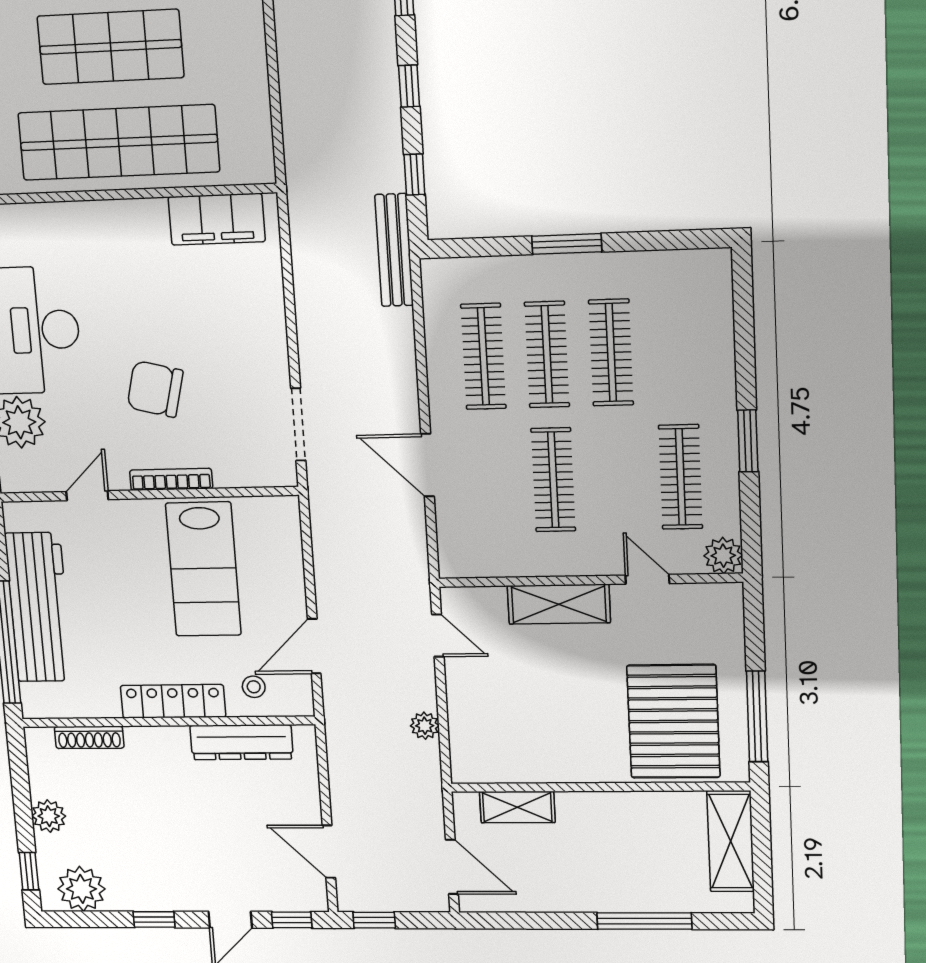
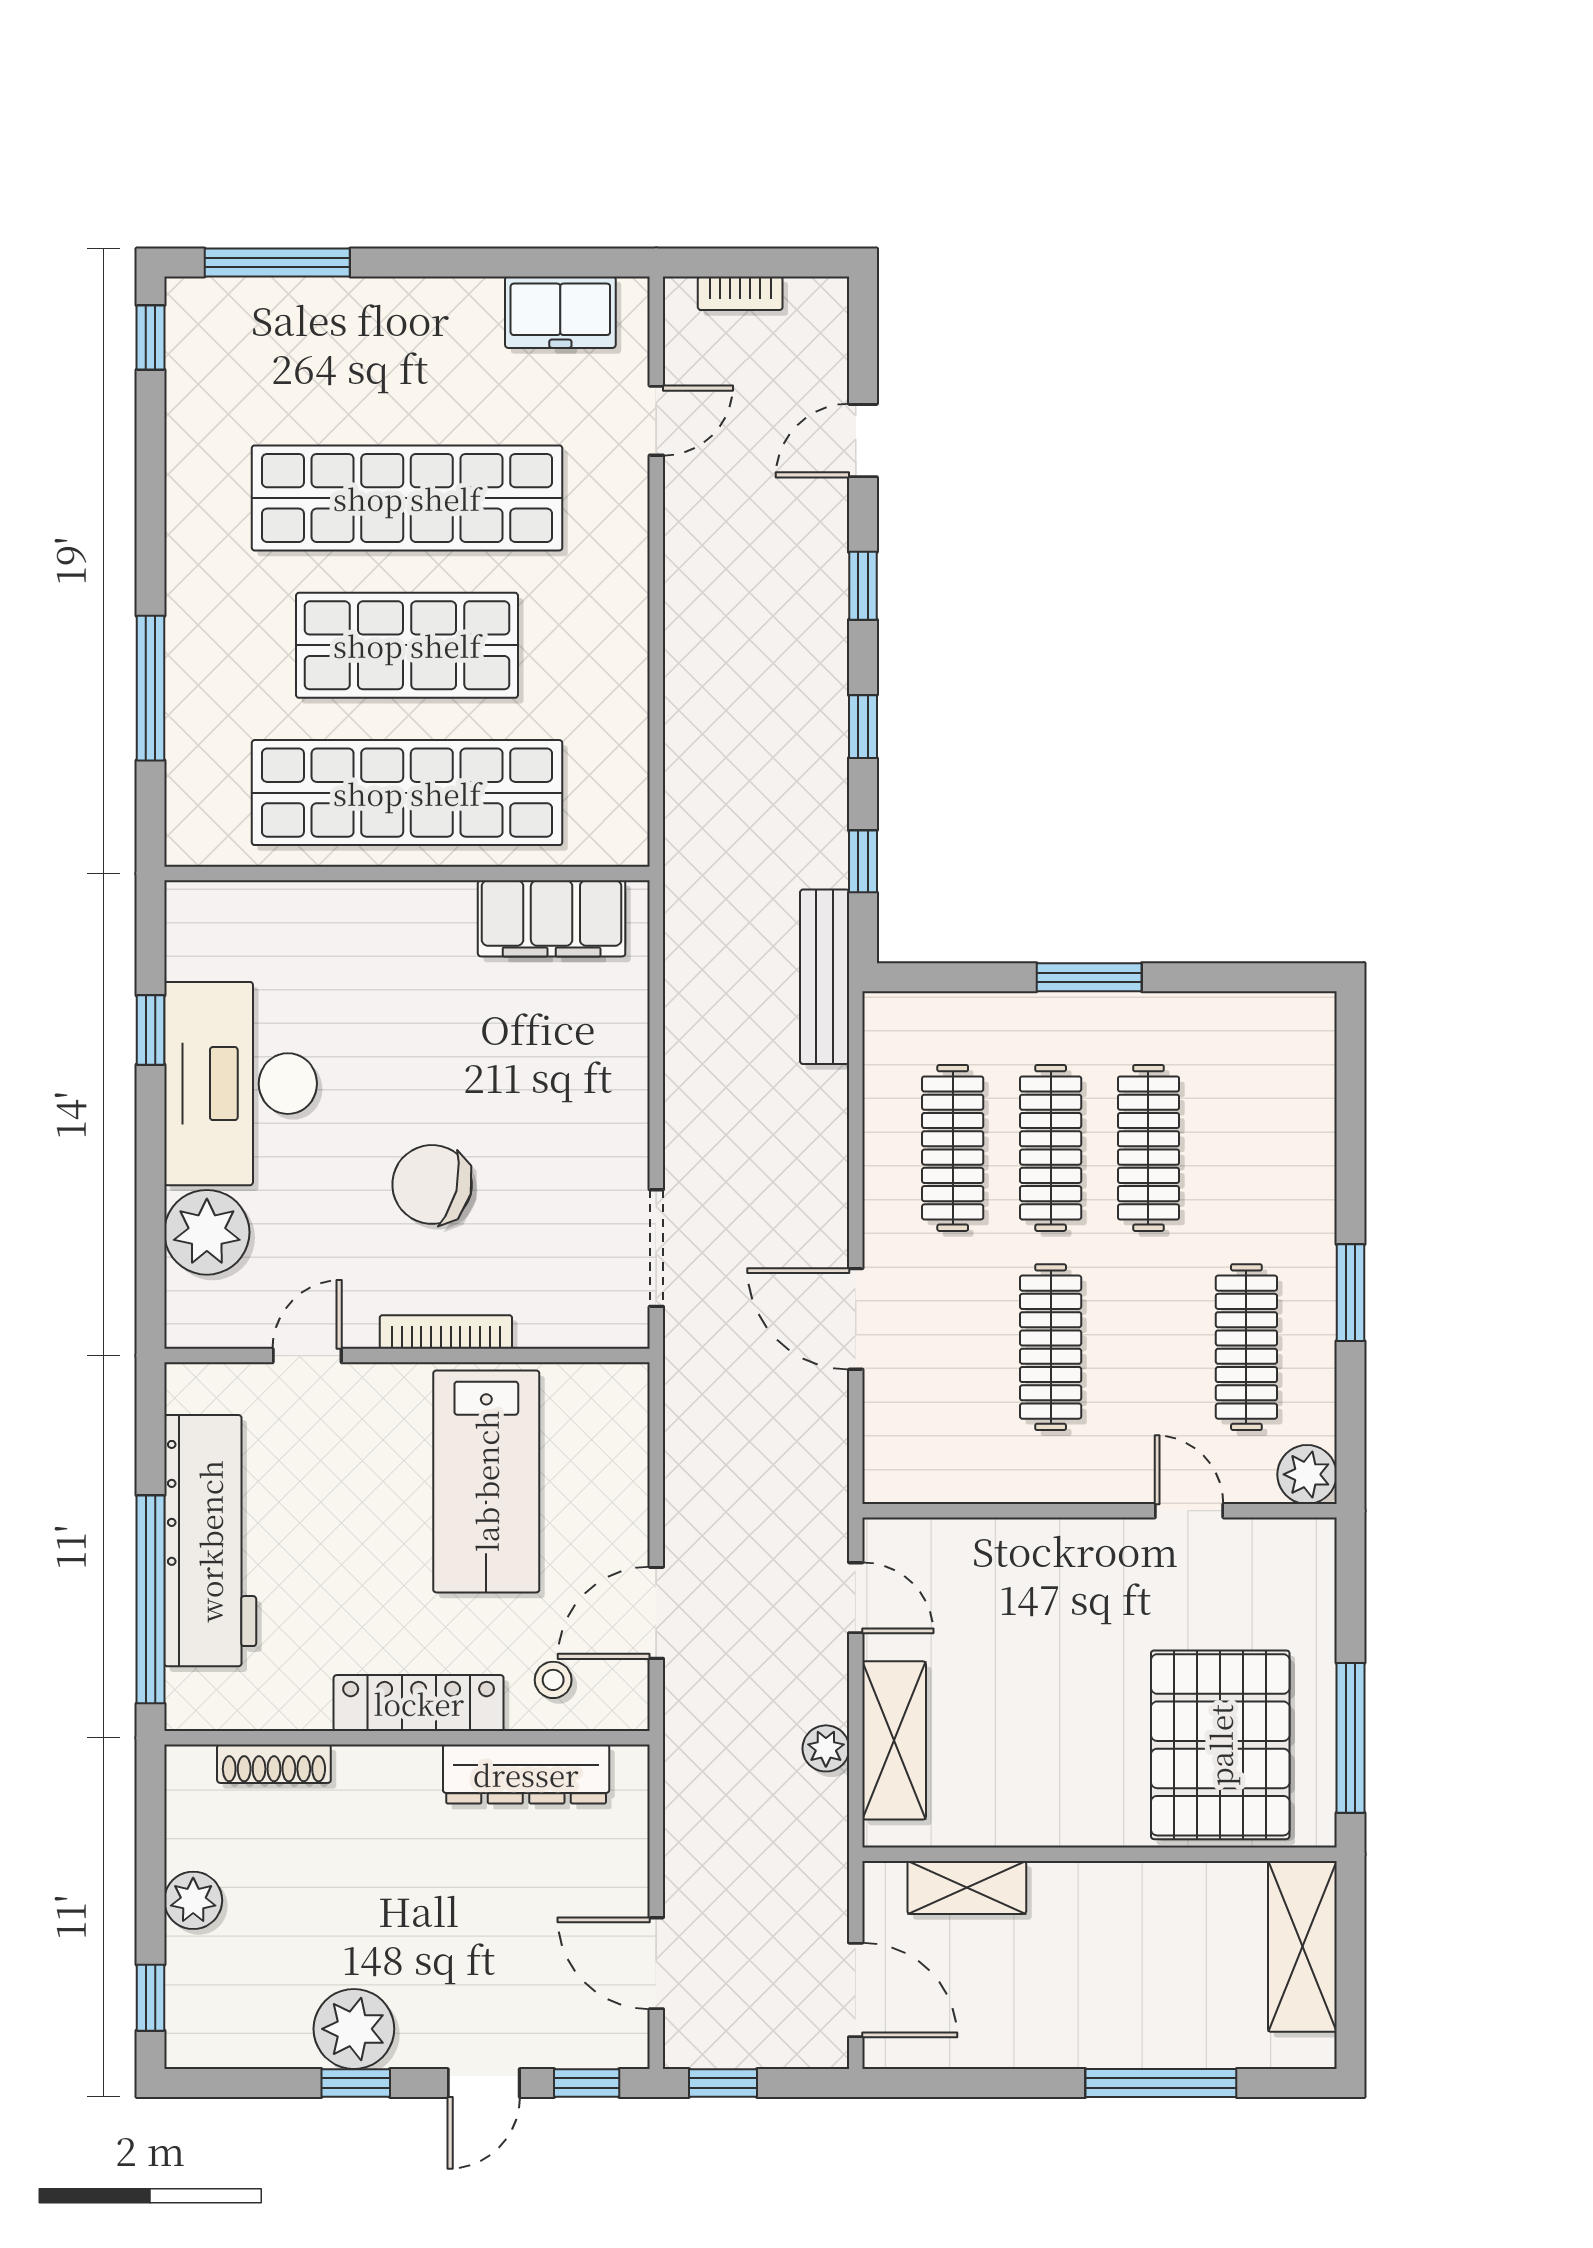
shelving: (559, 604) -> (894, 1740), moved, turned 90
plant: (81, 889) -> (354, 2029), moved

